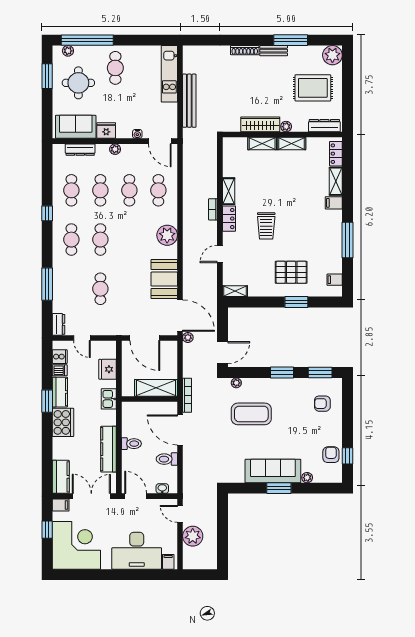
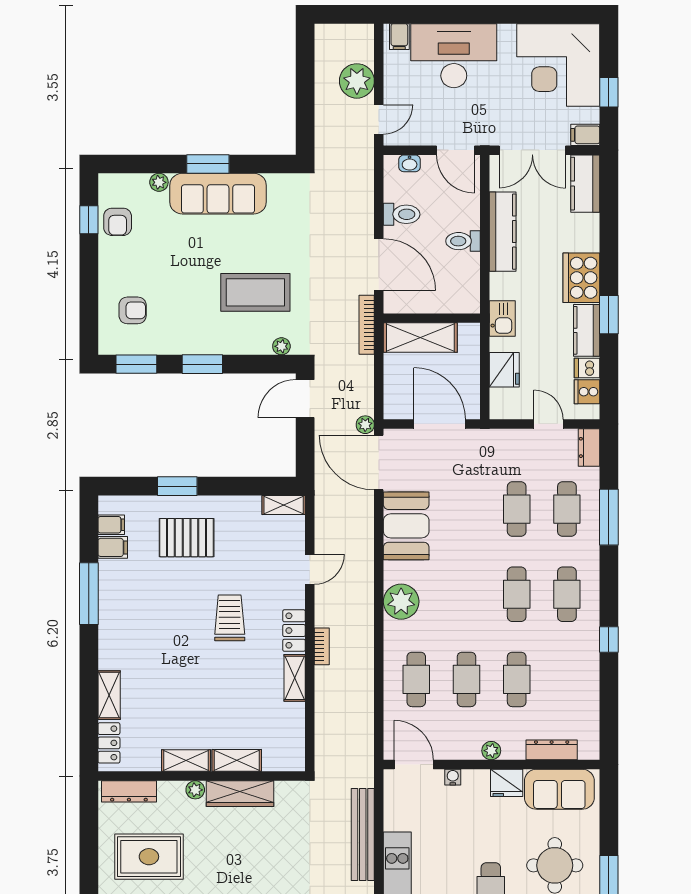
cafe table: (71, 190) -> (567, 509), moved
filing cabinet: (334, 203) -> (113, 547), moved
door: (180, 514) -> (379, 119), hinge flipped

